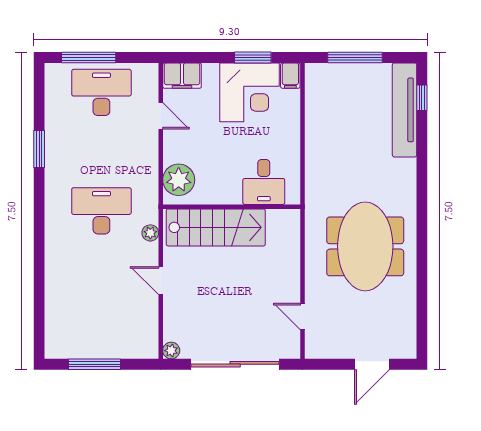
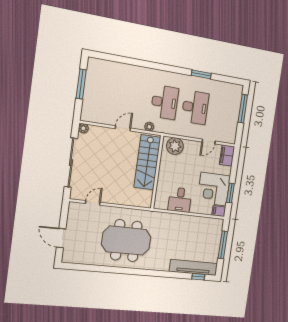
desk: (101, 92) -> (195, 107), moved
desk: (264, 182) -> (180, 200), moved, turned -90

